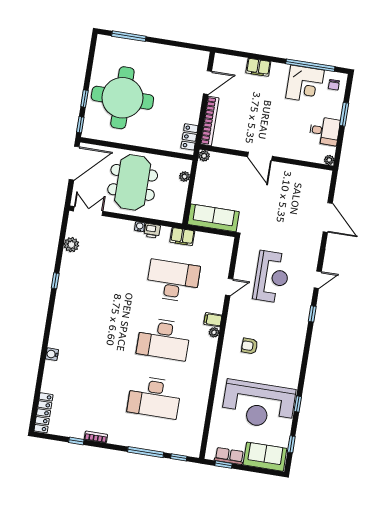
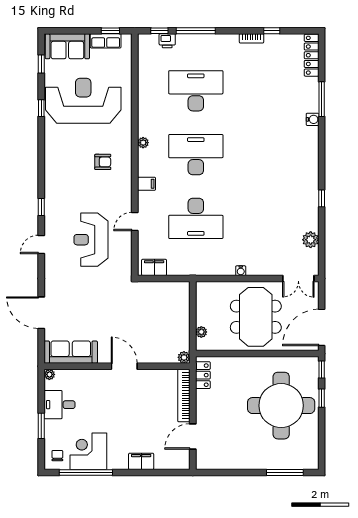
sofa: (213, 218) -> (71, 352), moved, turned 180
printer: (152, 231) -> (167, 41), moved, turned 180
filing cabinet: (182, 237) -> (154, 267), moved
plant: (214, 332) -> (143, 143), moved
window: (41, 371) -> (322, 99), added

